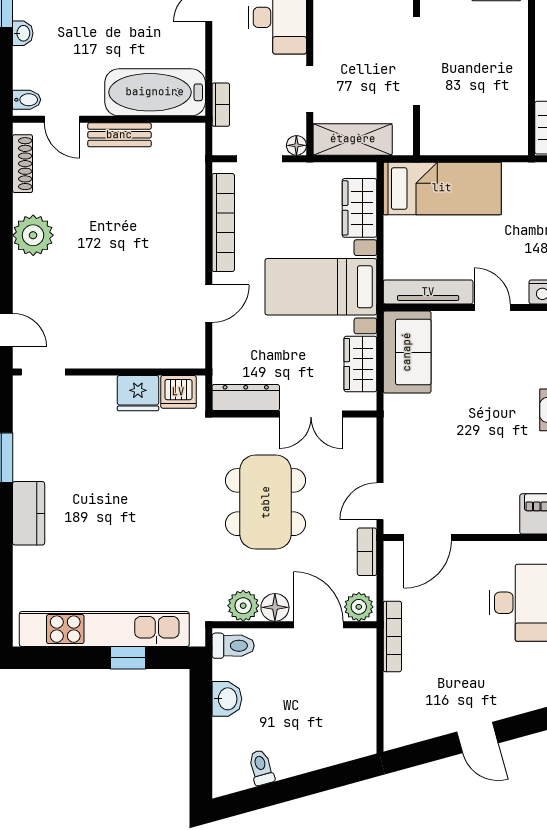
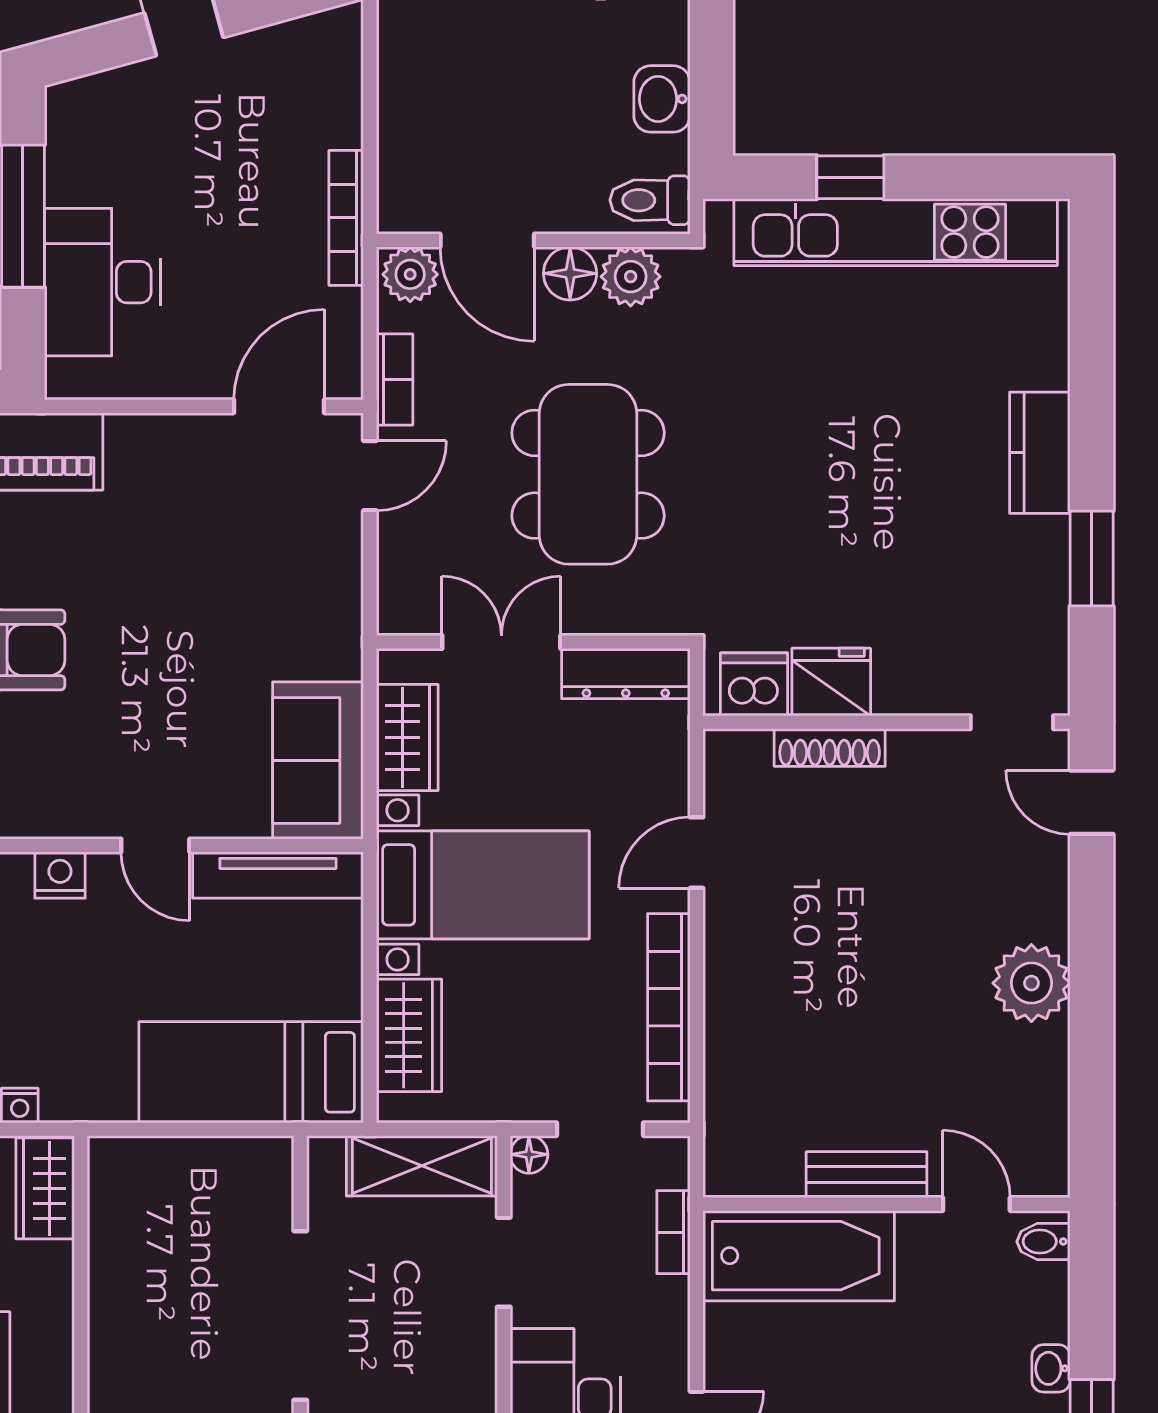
shoe rack: (23, 164) -> (830, 748), moved, turned -90

